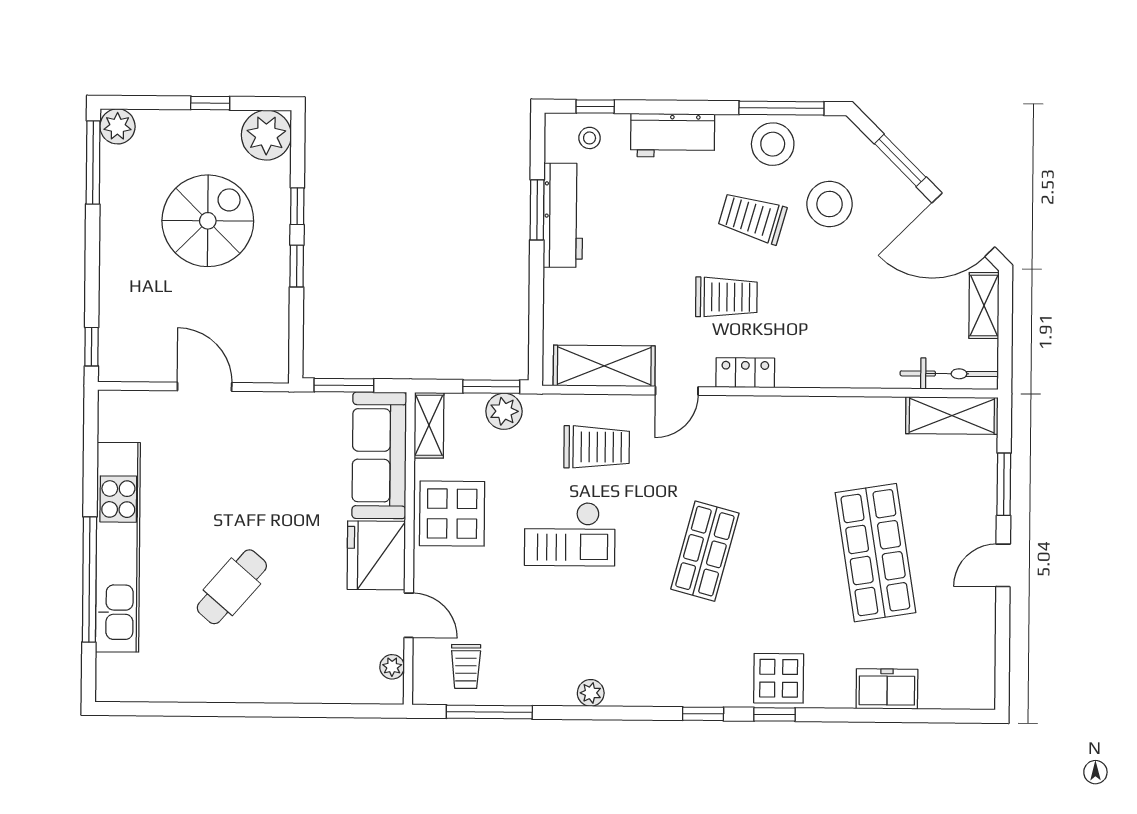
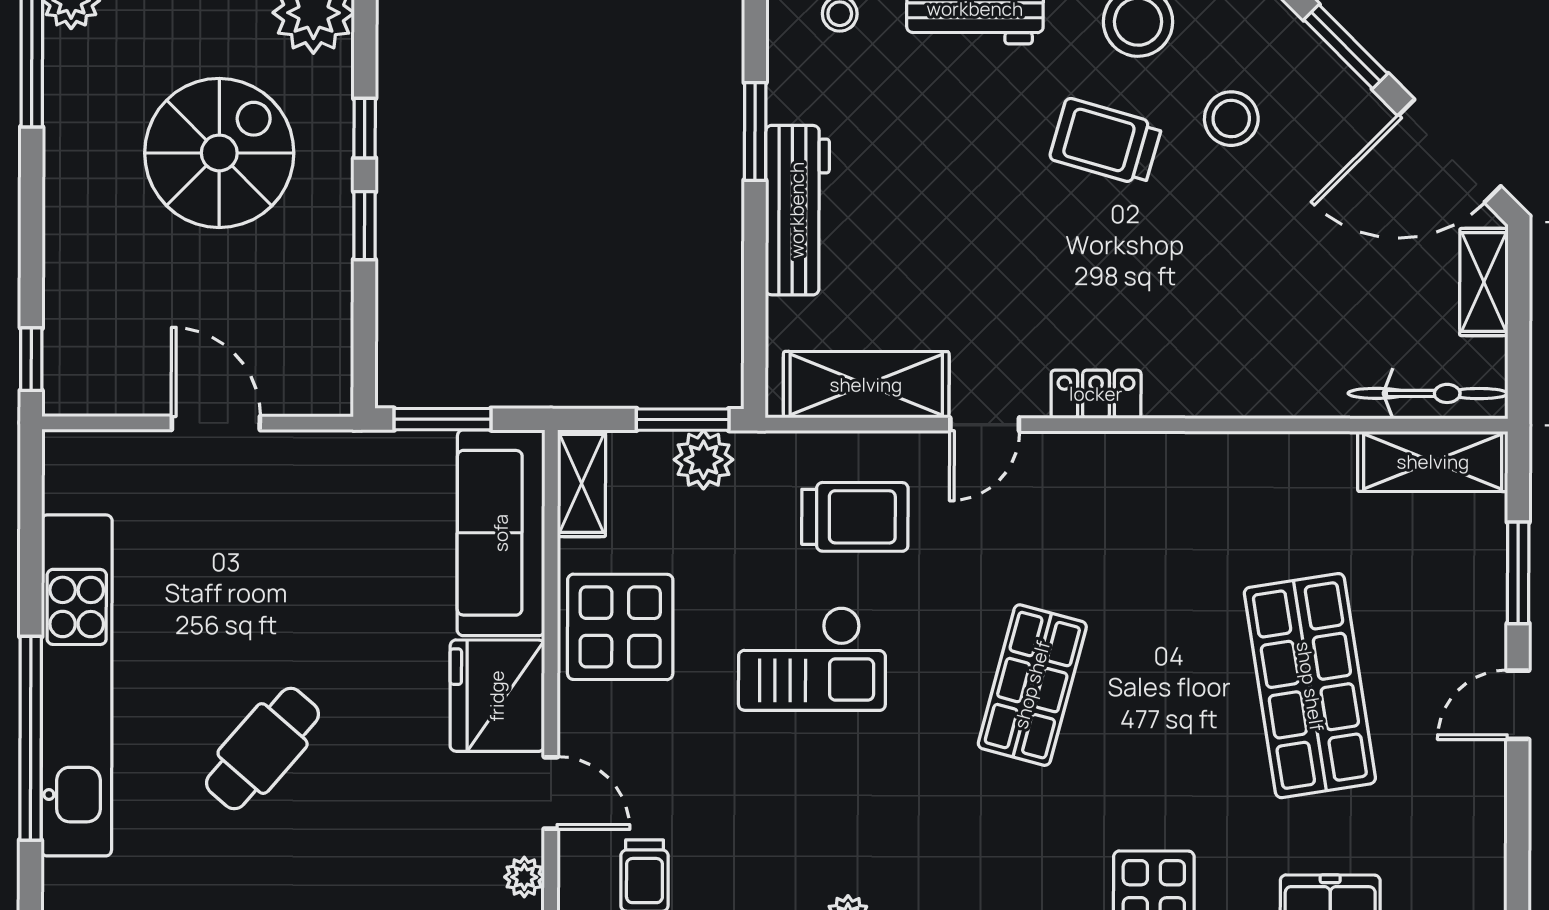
stool: (830, 204) -> (1231, 119), width x0.73, depth x0.73
workbench: (563, 215) -> (797, 210), moved
trolley: (726, 297) -> (1064, 271), removed

